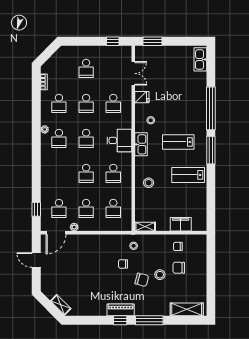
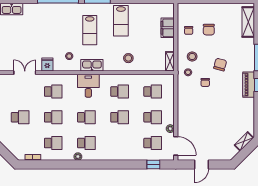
stool: (160, 275) -> (192, 56), moved

